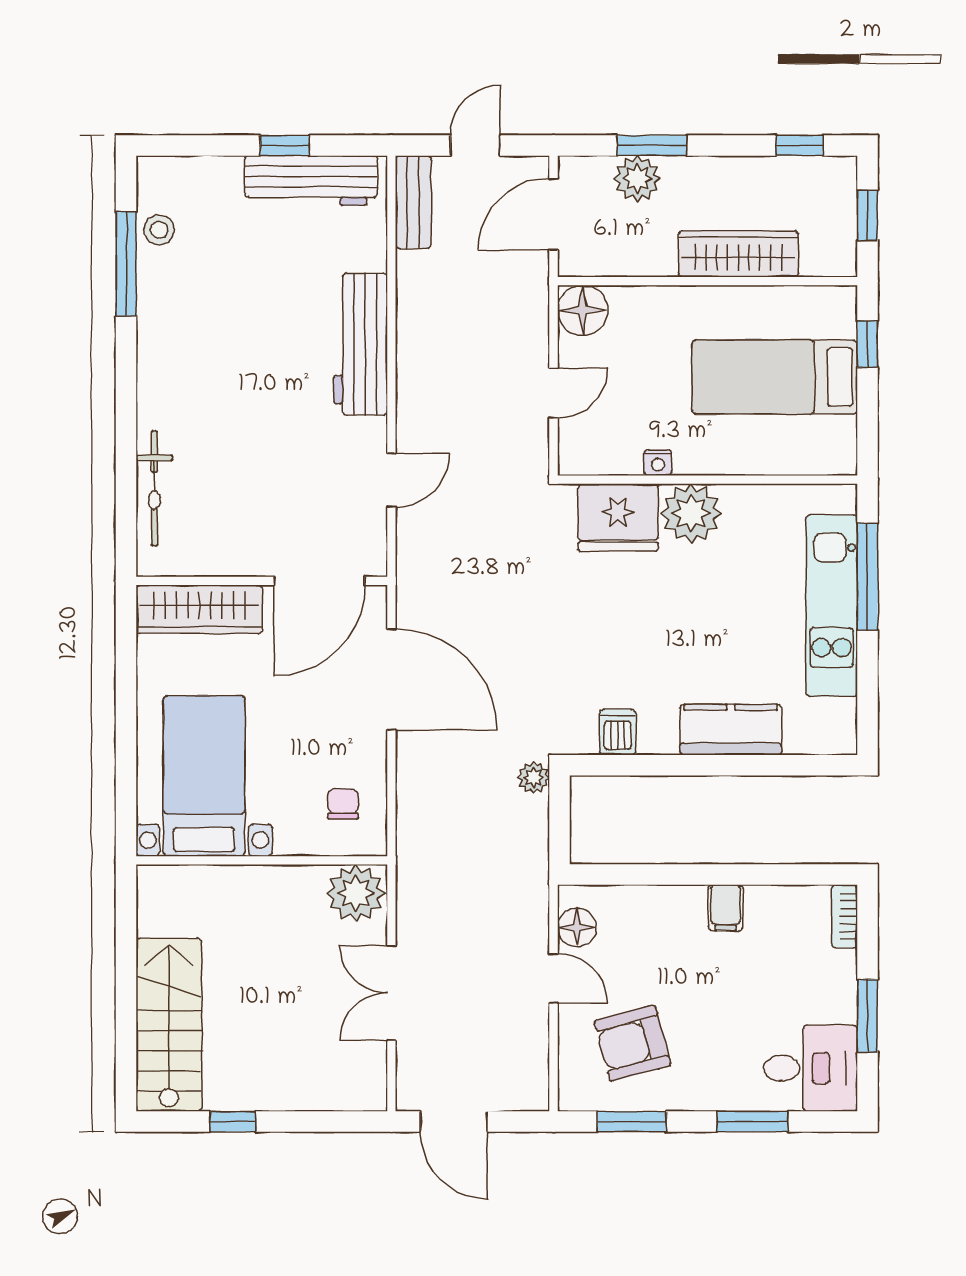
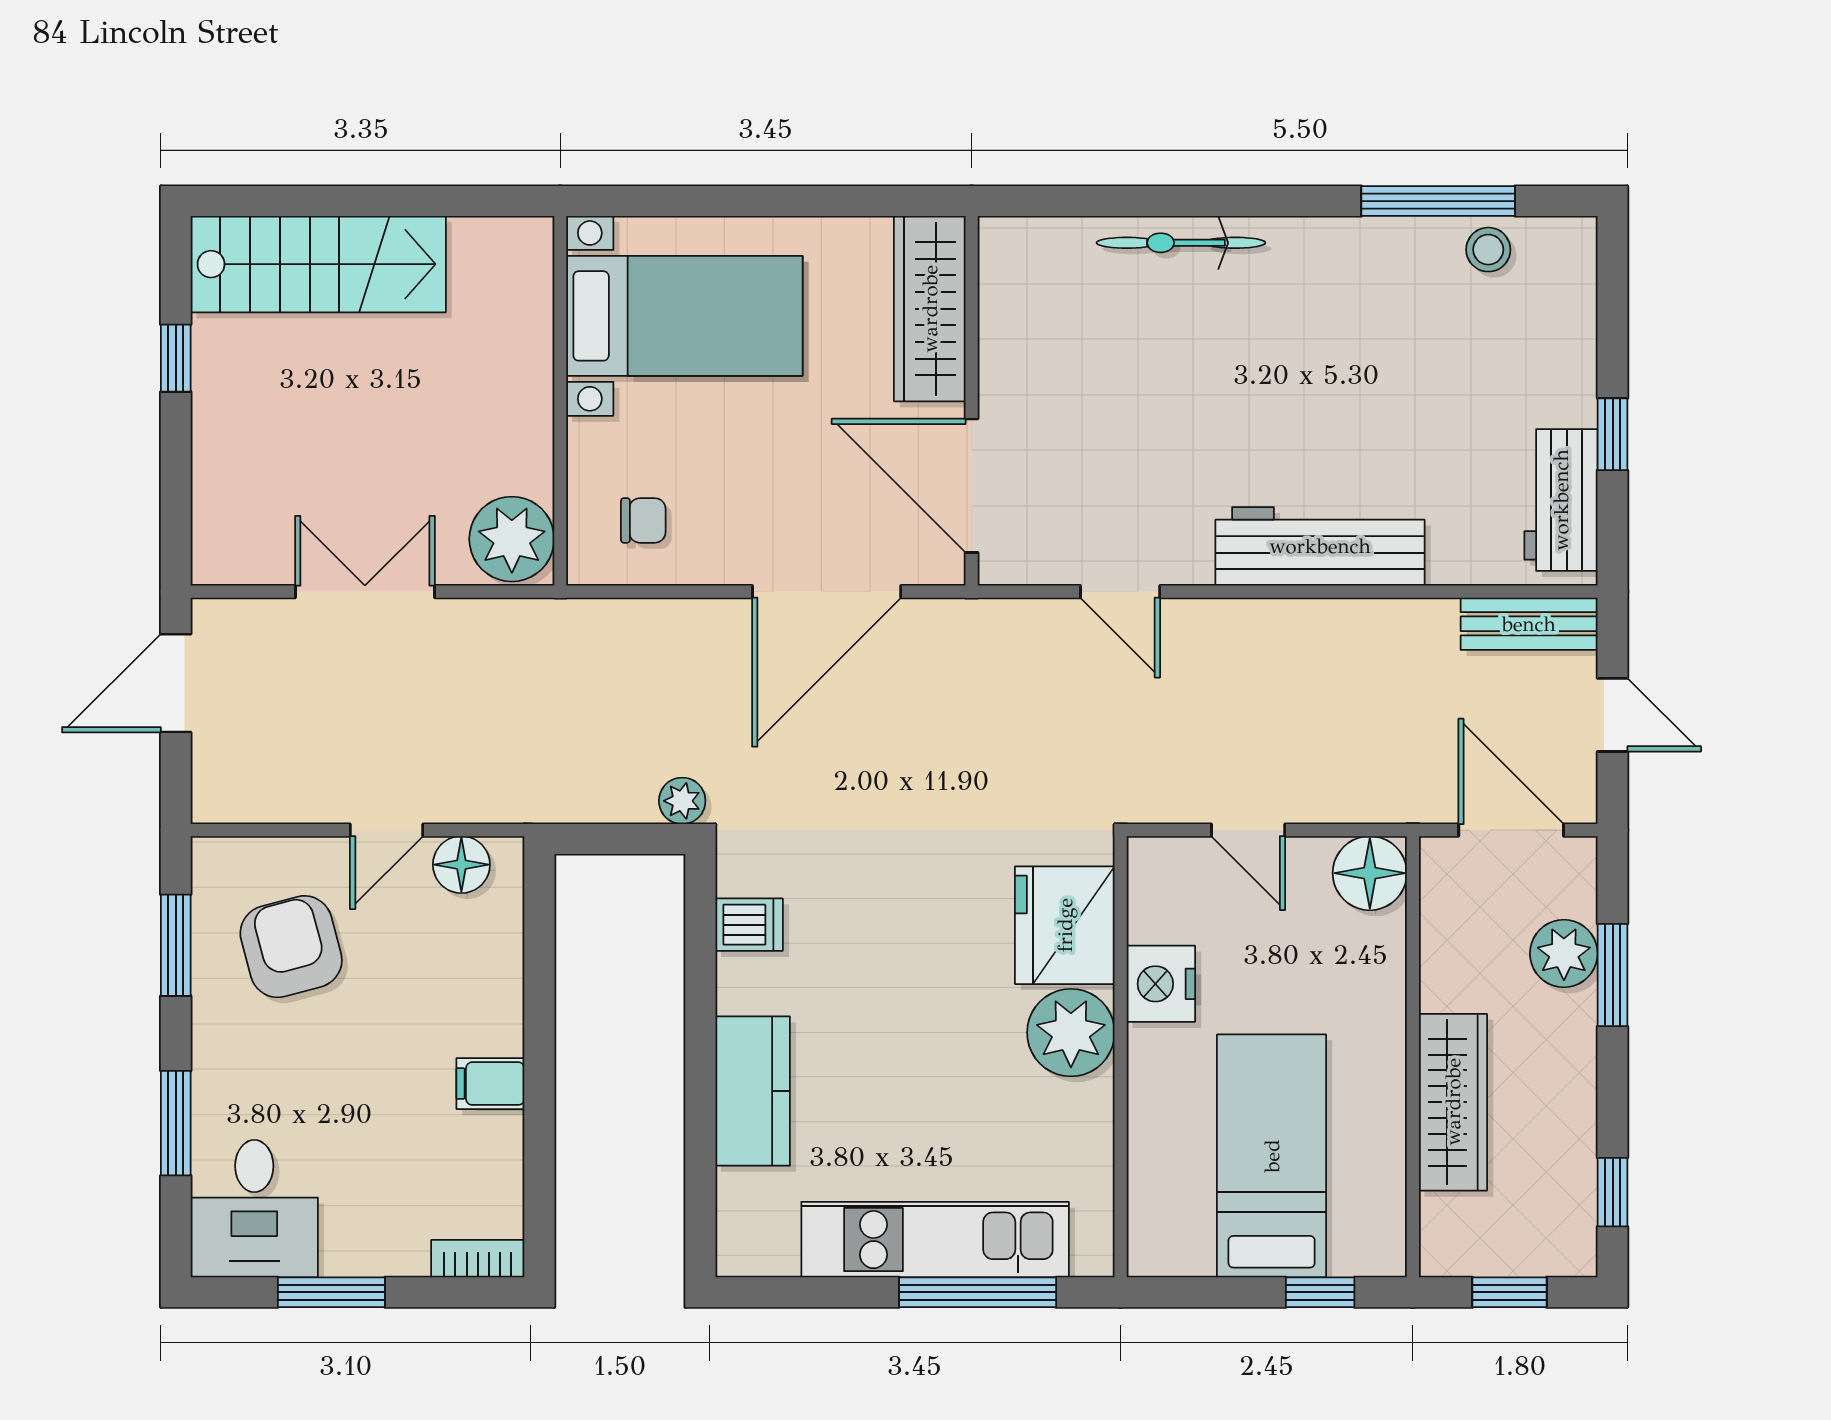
workbench: (311, 180) -> (1561, 500), width x0.73
nightstand: (658, 463) -> (1161, 984), width x1.89, depth x1.79
bicycle: (154, 488) -> (1181, 243), moved

